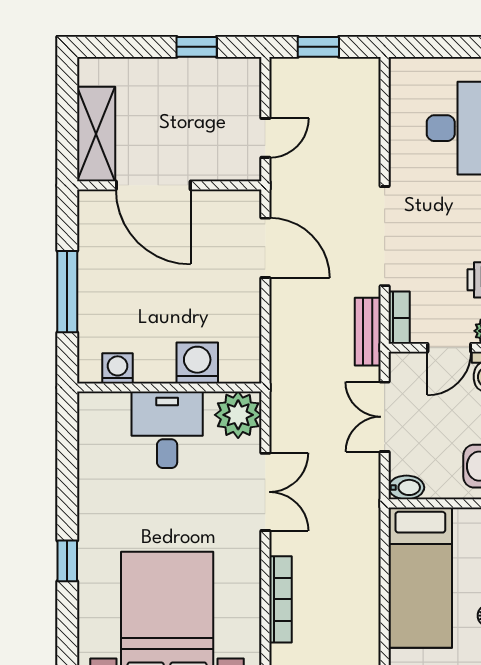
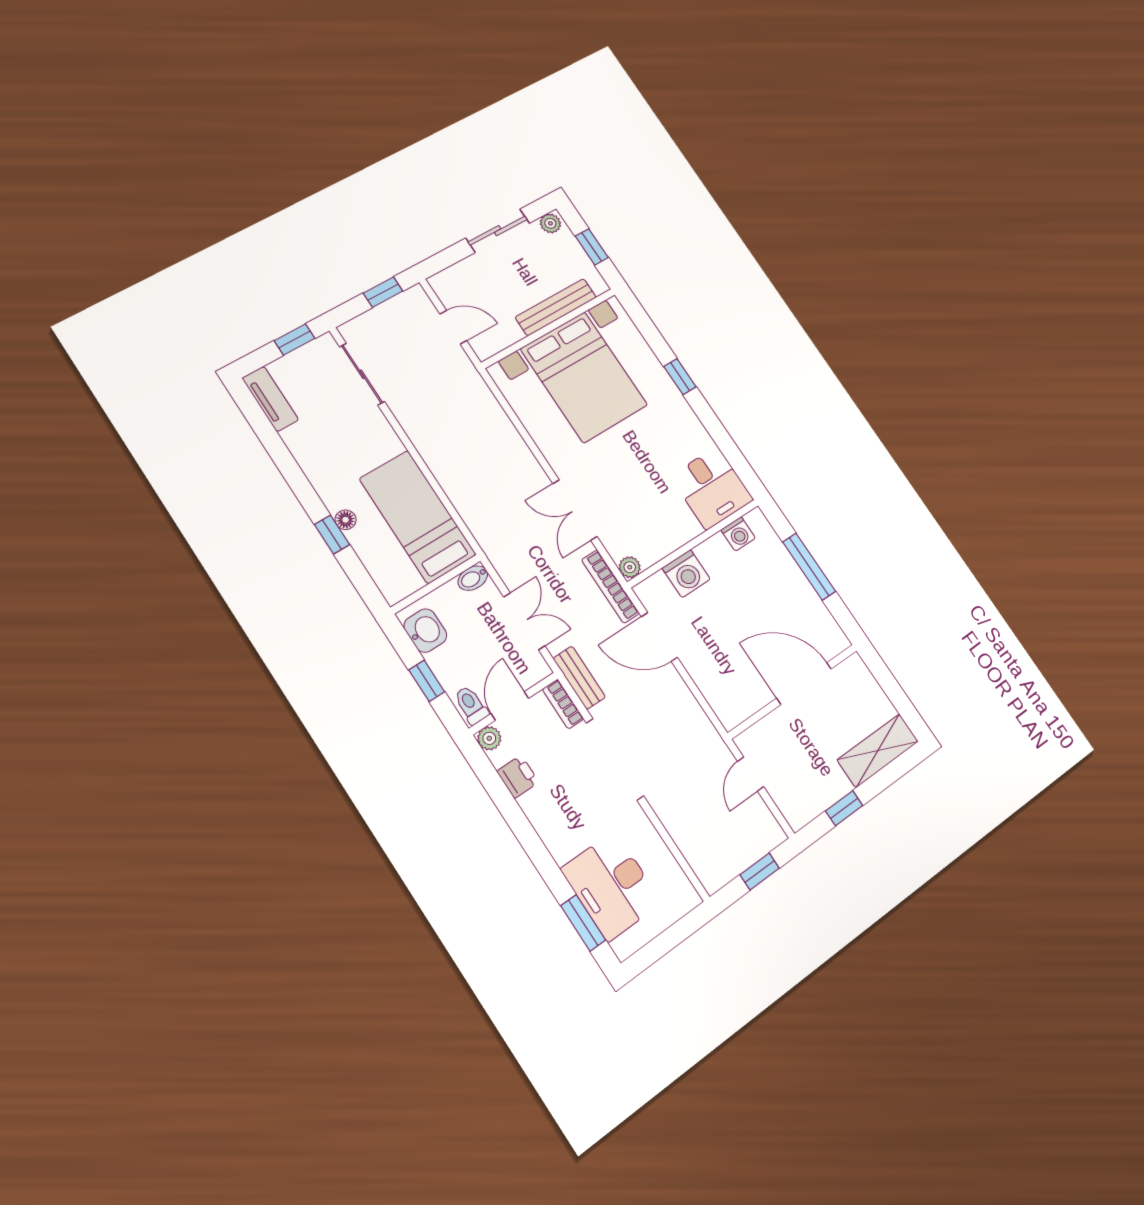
shelving: (96, 134) -> (878, 751), moved, turned 90
door: (265, 248) -> (659, 637), moved
plant: (238, 415) -> (630, 567), width x0.53, depth x0.53
desk: (167, 430) -> (712, 488), moved
bookcase: (280, 599) -> (610, 587), moved

